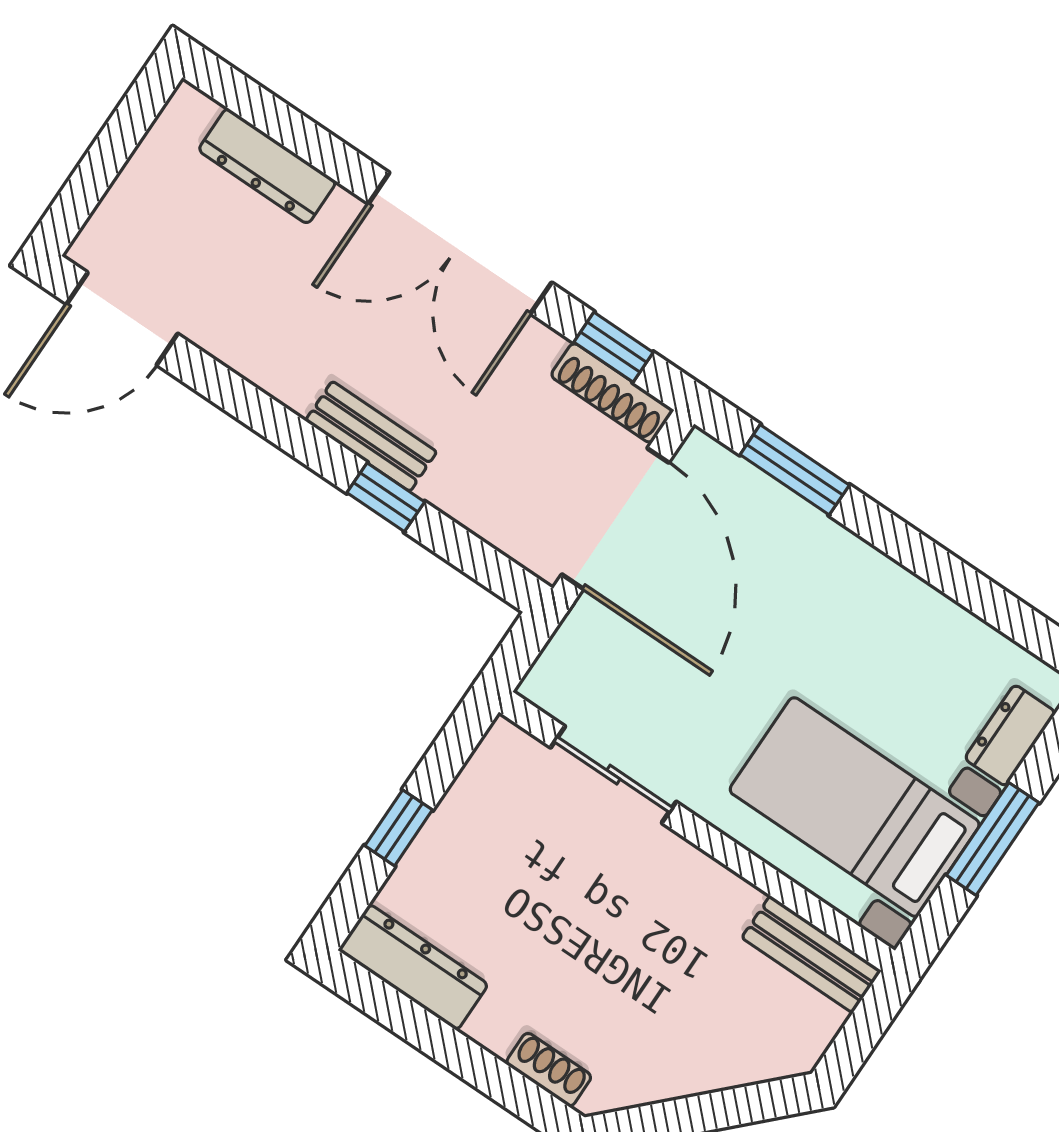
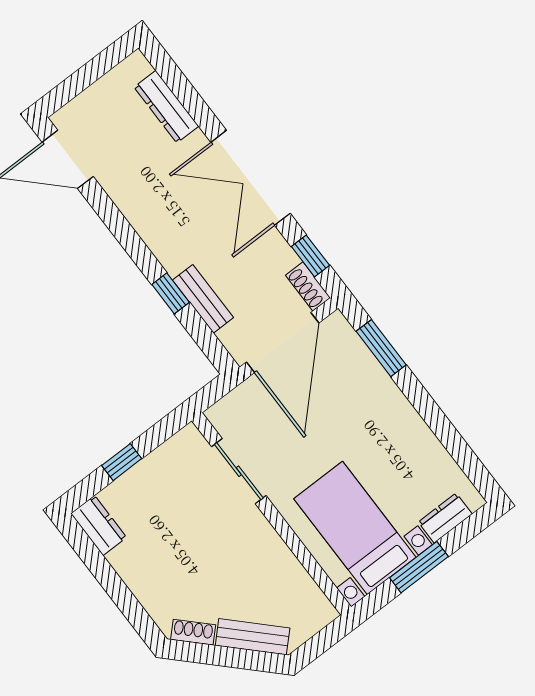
shoe rack: (612, 393) -> (308, 286), width x0.70
bench: (371, 436) -> (203, 299), moved
bench: (811, 954) -> (253, 637), moved, turned -45
dresser: (413, 967) -> (99, 525), width x0.70
shoe rack: (549, 1070) -> (193, 632), moved, turned -45

